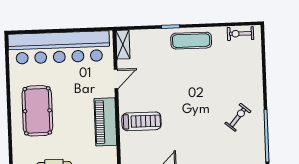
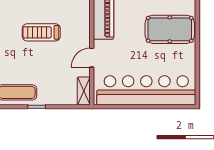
pool table: (37, 111) -> (170, 29), turned 90
treadmill: (141, 121) -> (41, 32), moved

